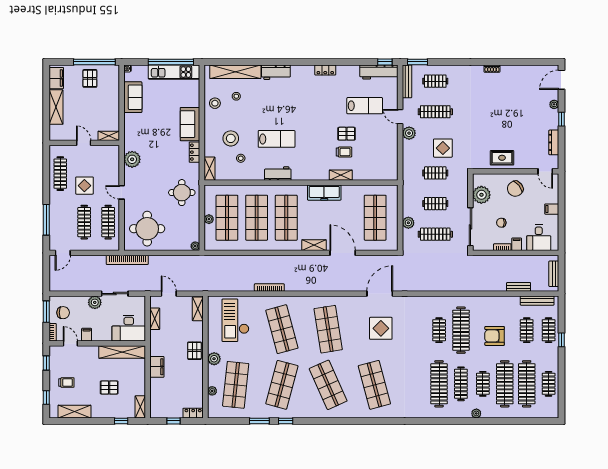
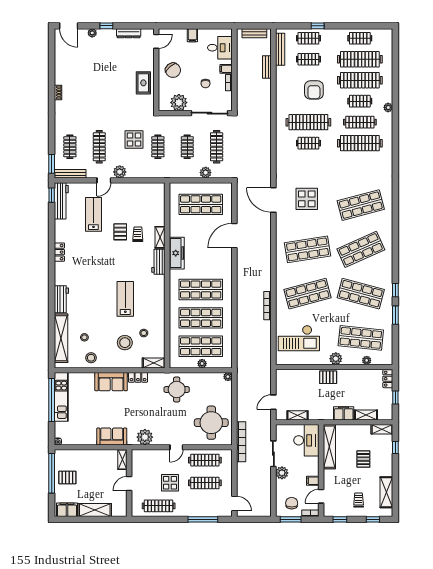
sofa: (133, 97) -> (112, 436), moved
workbench: (278, 174) -> (158, 262), moved
shelving: (314, 245) -> (227, 263), removed
shelving: (198, 309) -> (366, 415), moved

